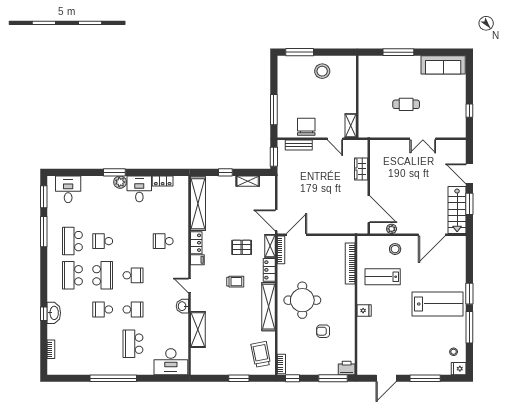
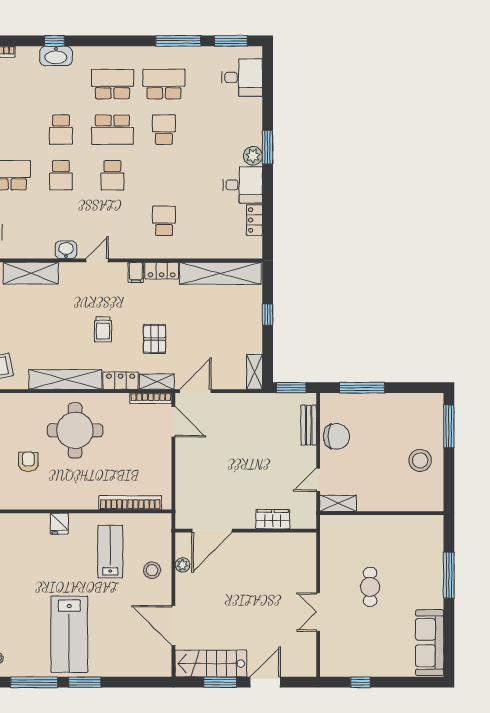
shelving: (248, 181) -> (254, 372), moved
school desk: (103, 309) -> (61, 130), turned 180

